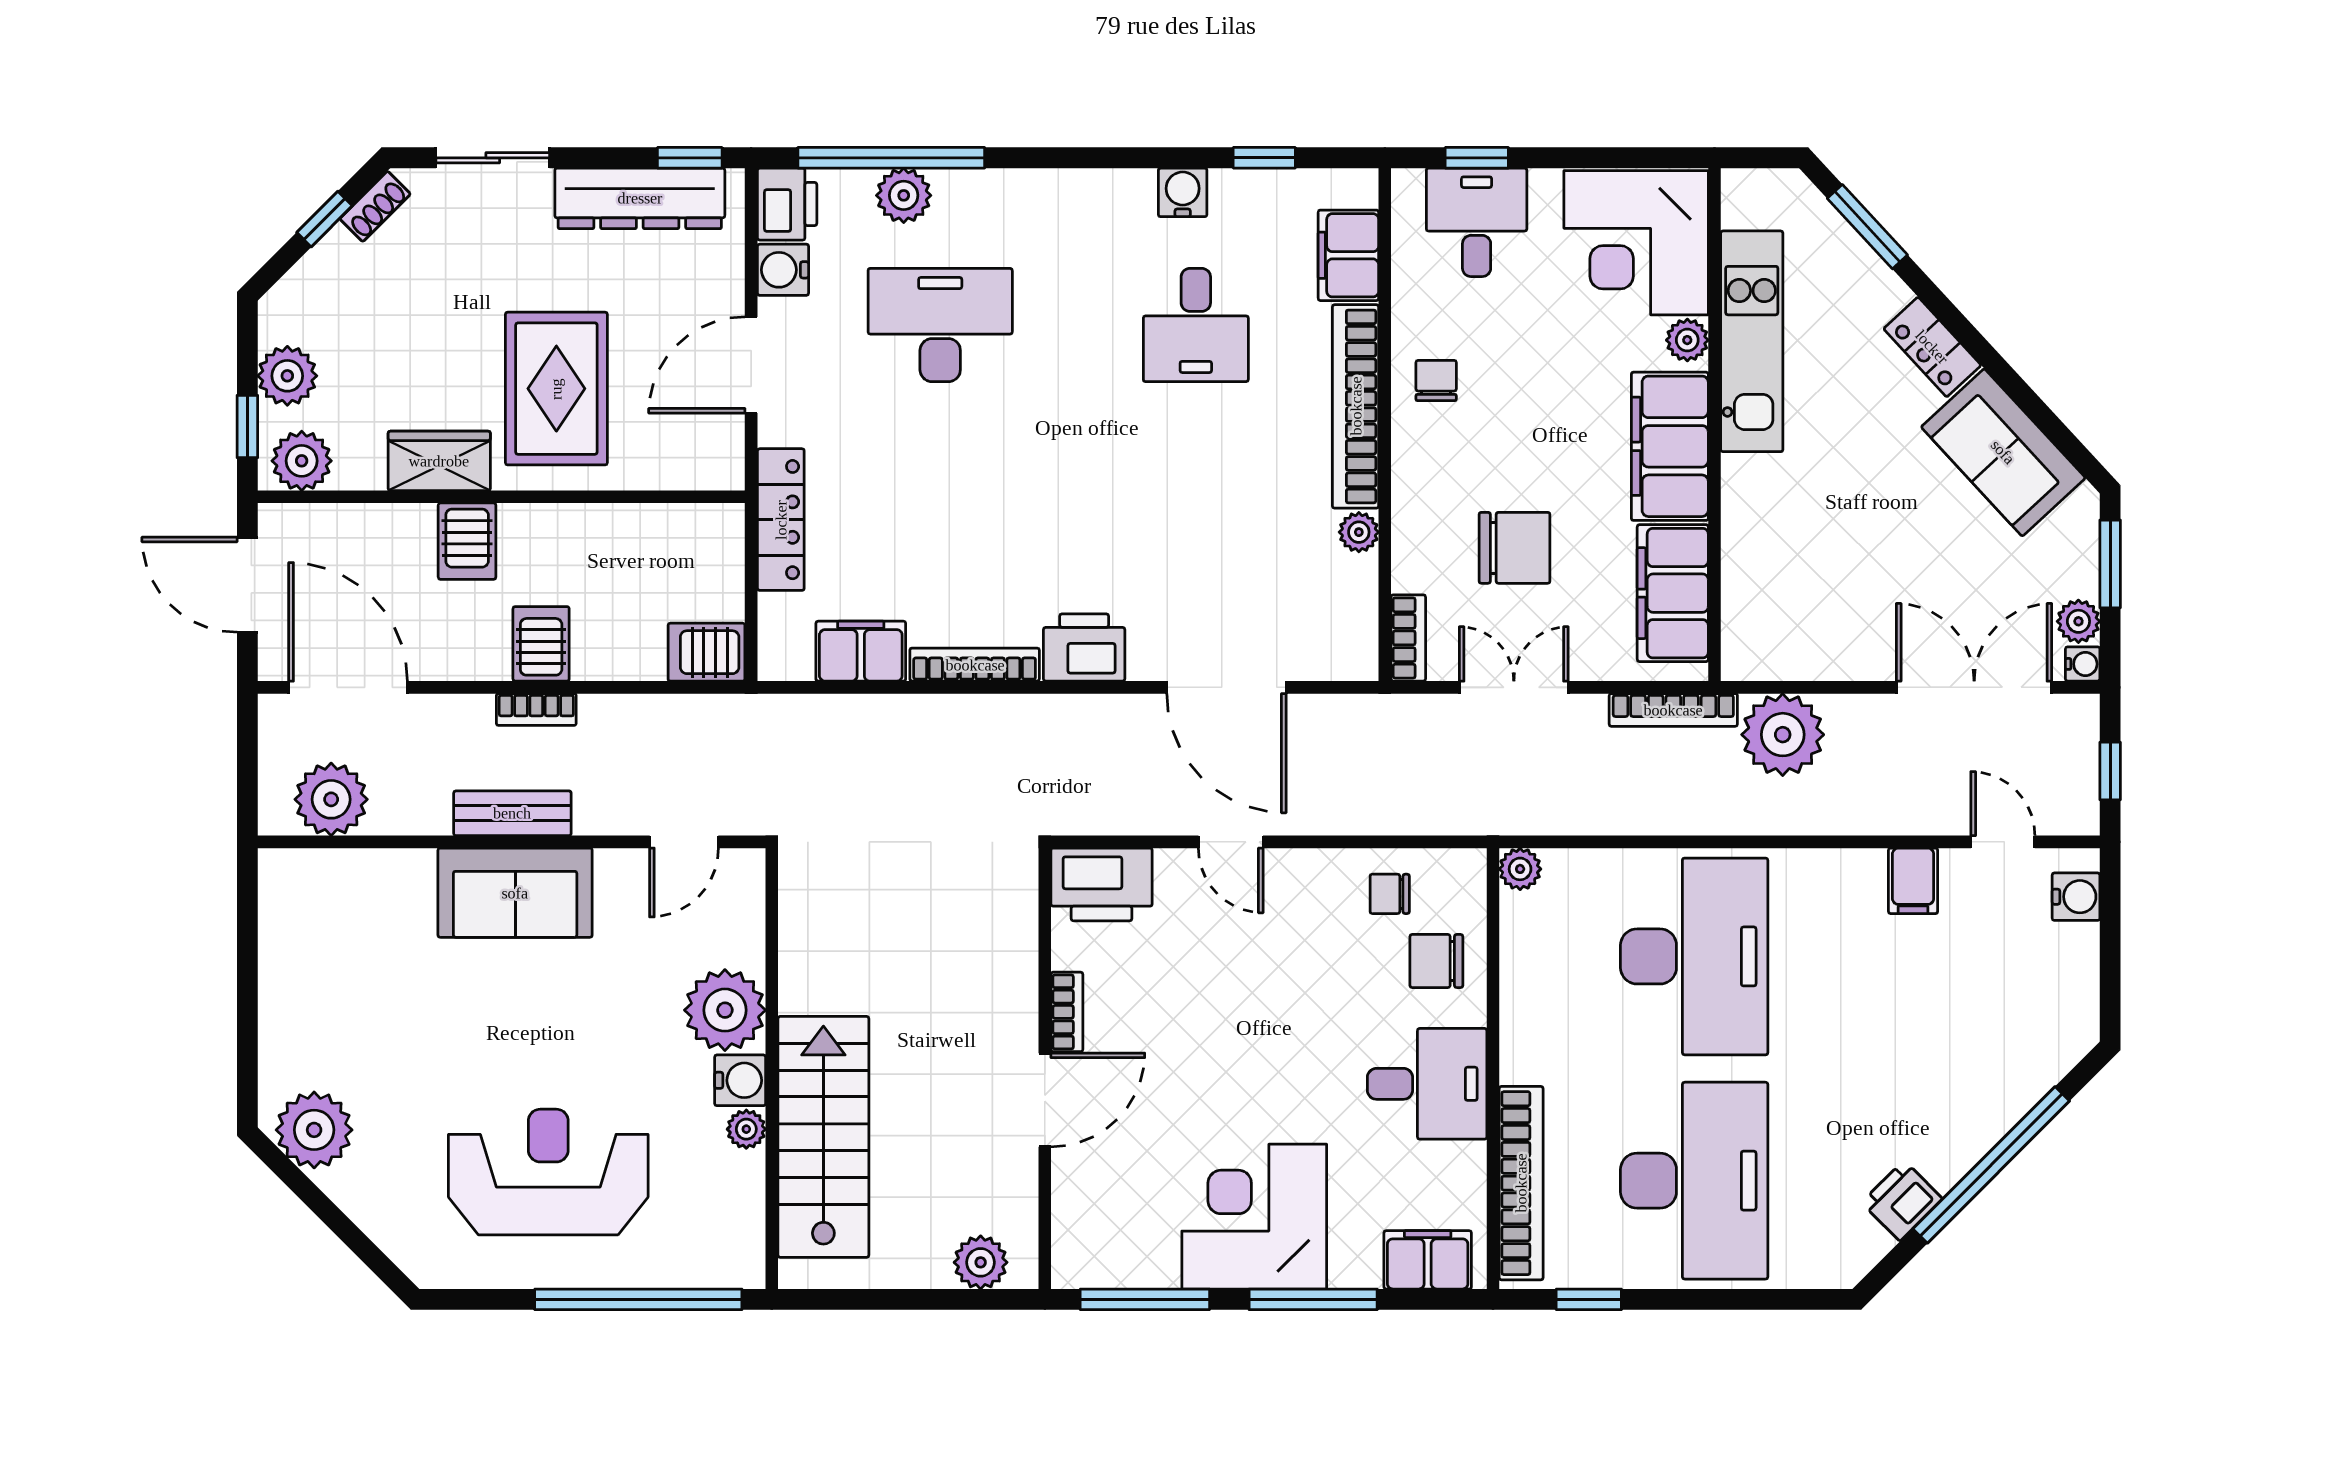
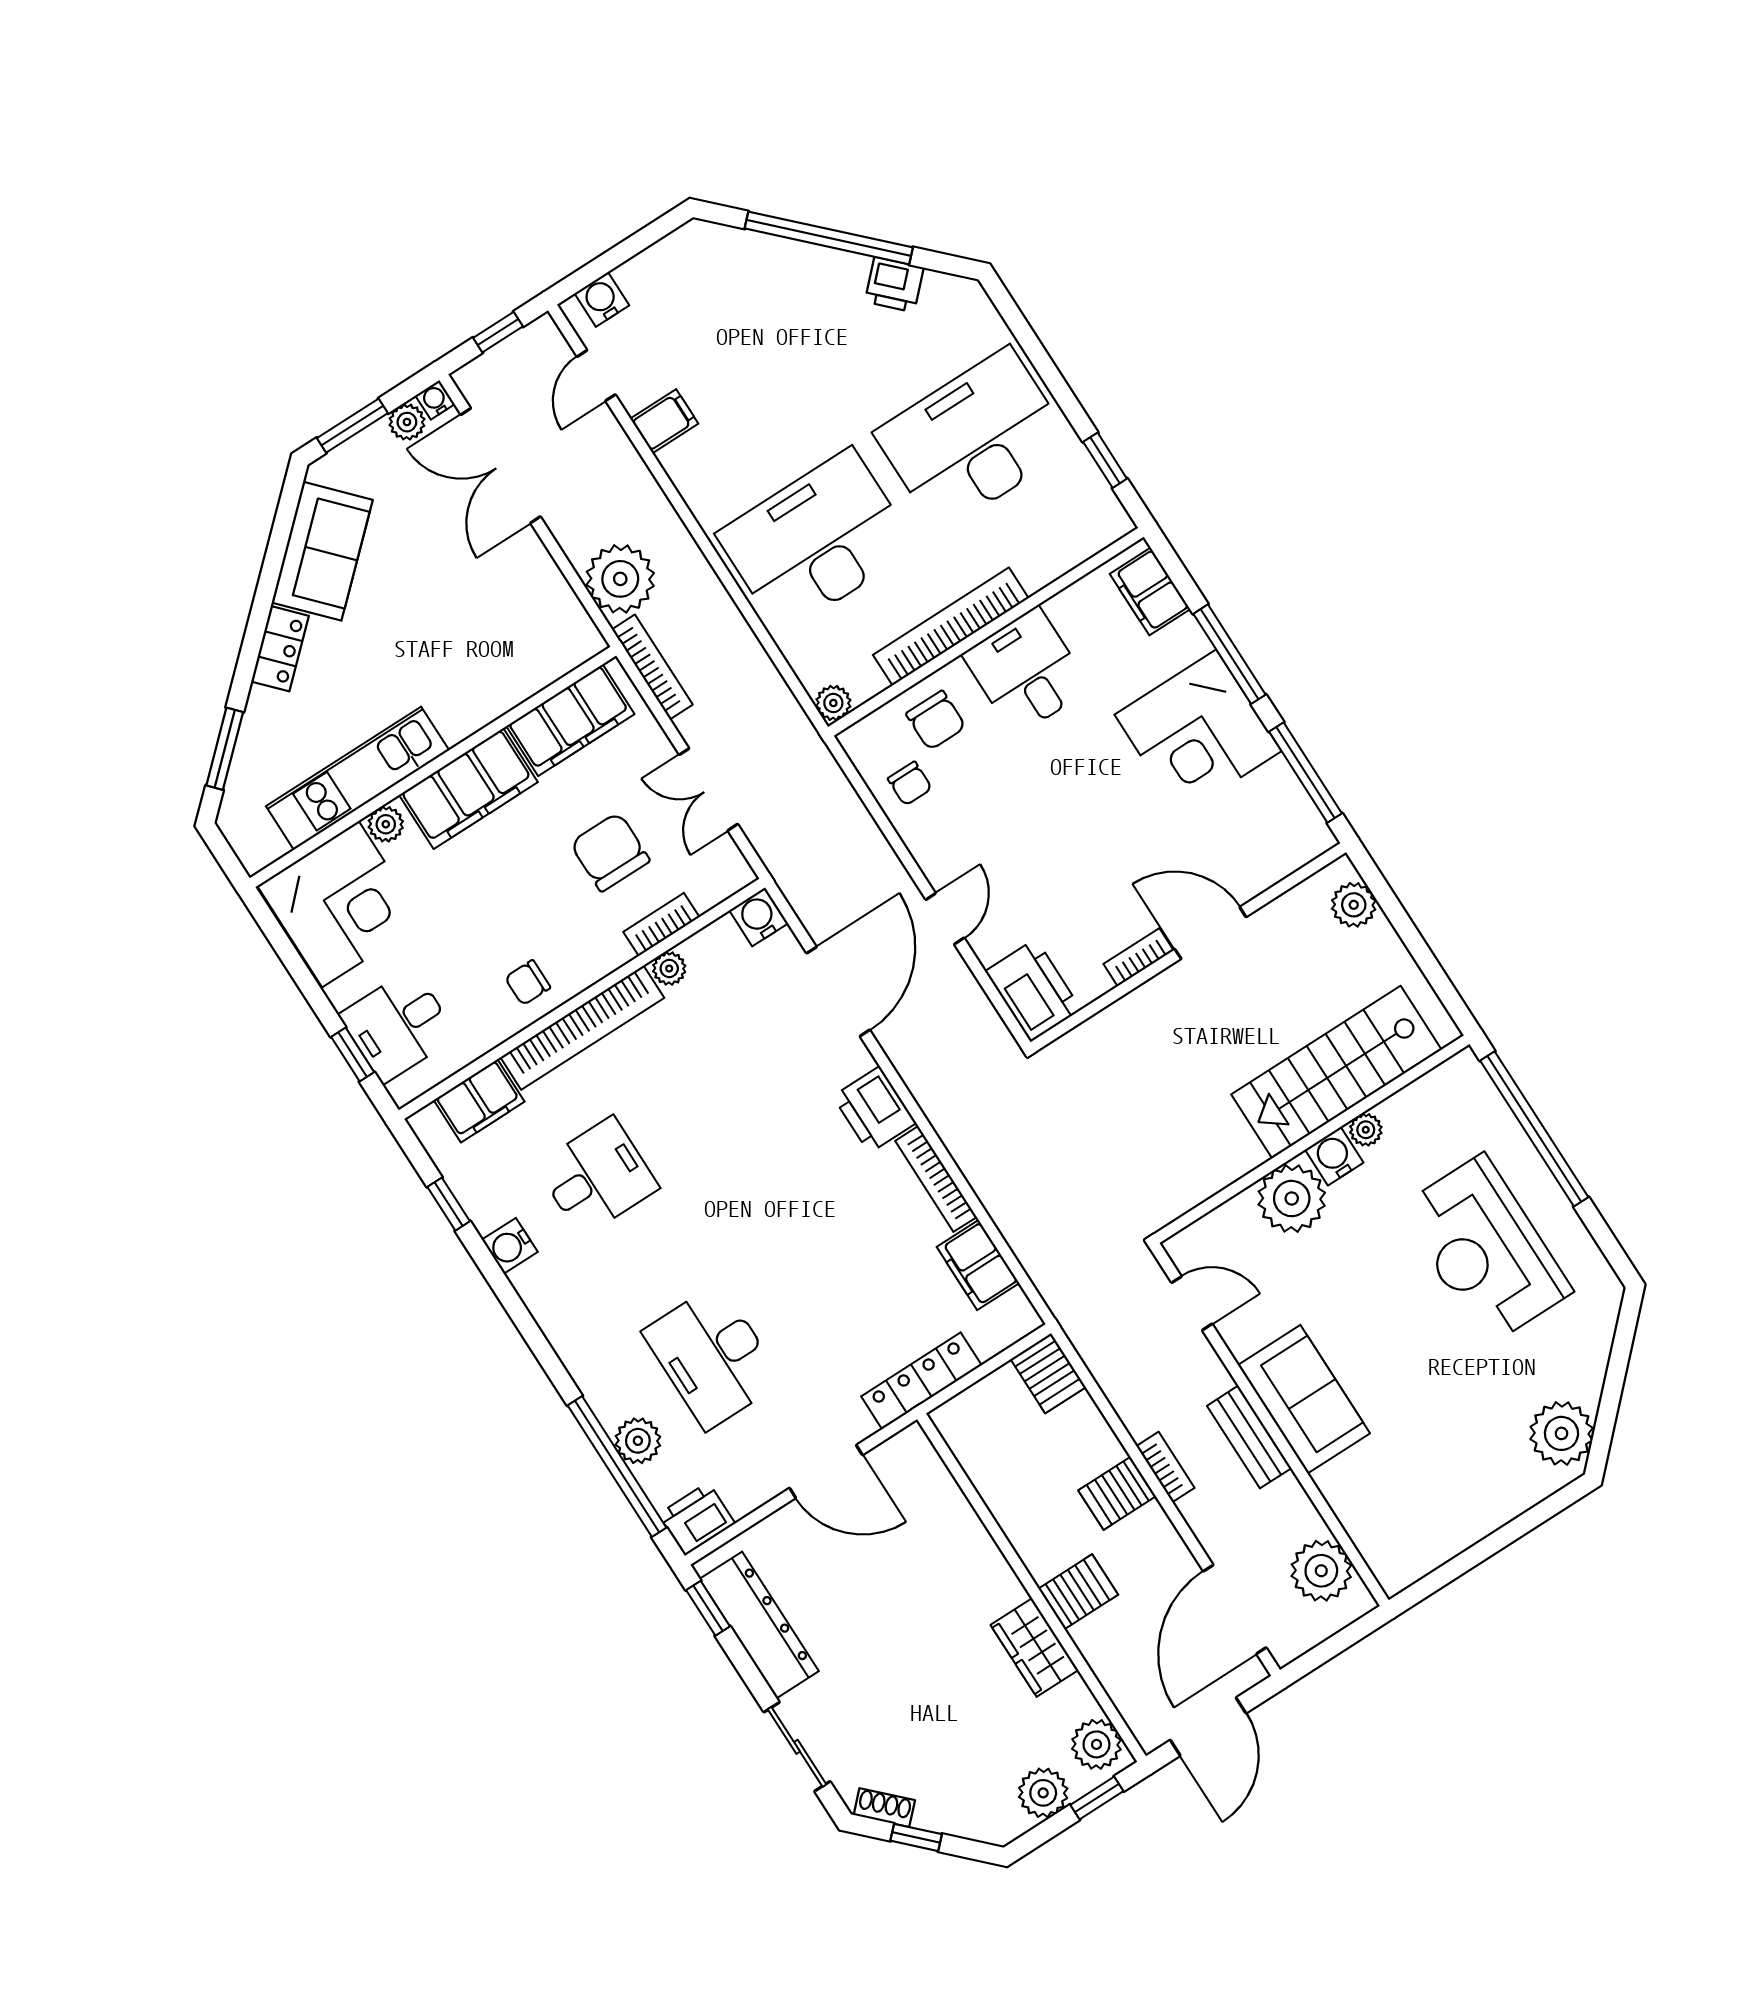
water cooler: (783, 270) -> (759, 917), moved, turned 180
rug: (556, 389) -> (931, 1598), removed
bookcase: (1408, 638) -> (661, 924), moved
bookcase: (1521, 1183) -> (951, 627), moved

